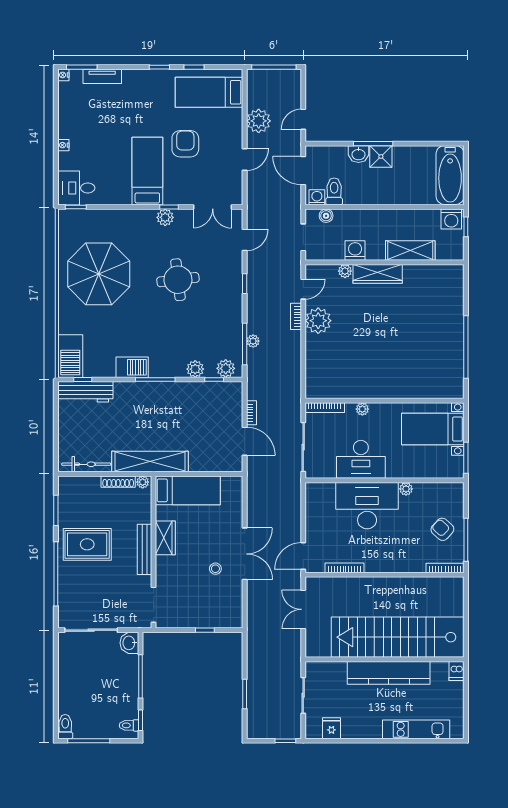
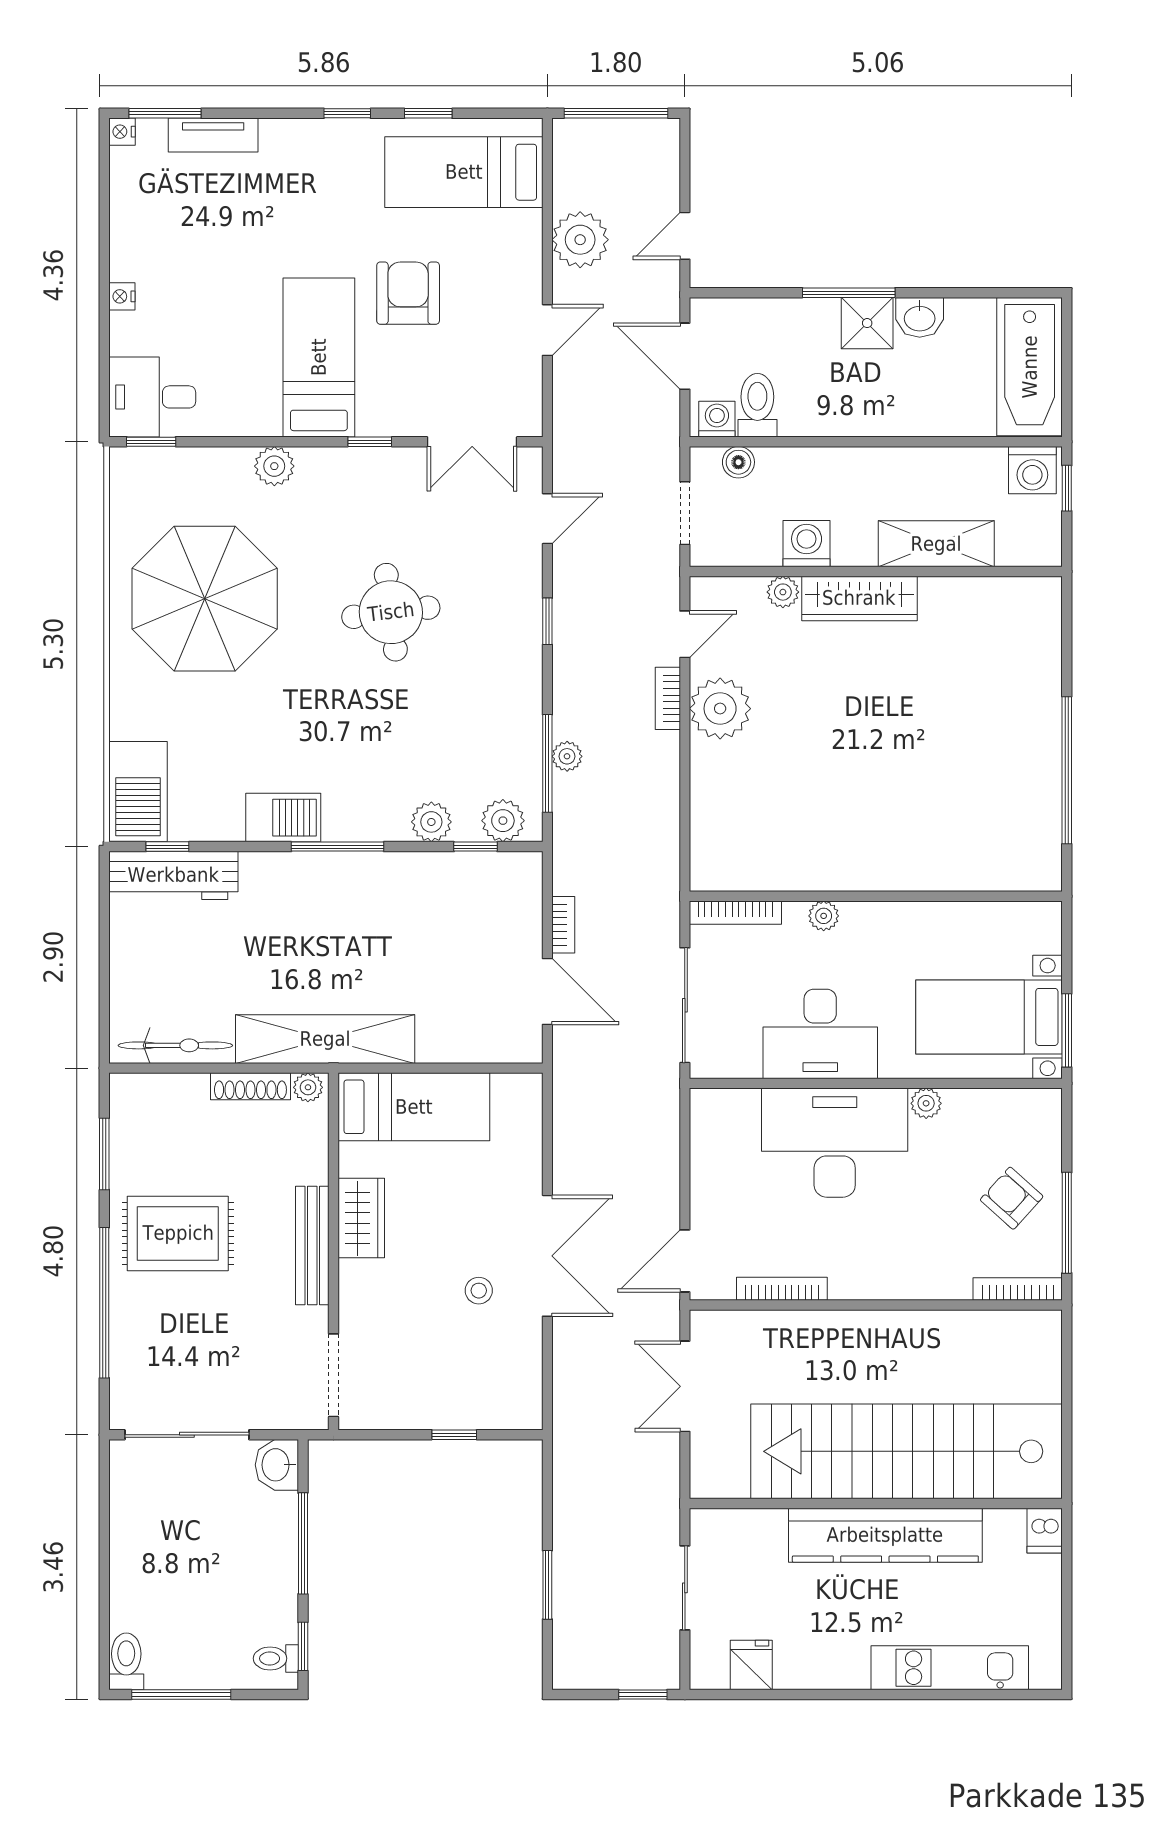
washbasin: (359, 154) -> (920, 317), moved
plant: (165, 217) -> (274, 466), moved
bed with nightstands: (433, 429) -> (989, 1017), moved

